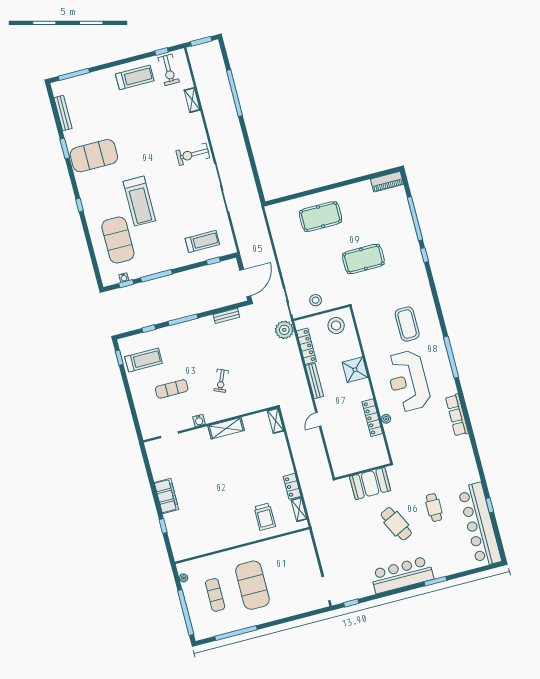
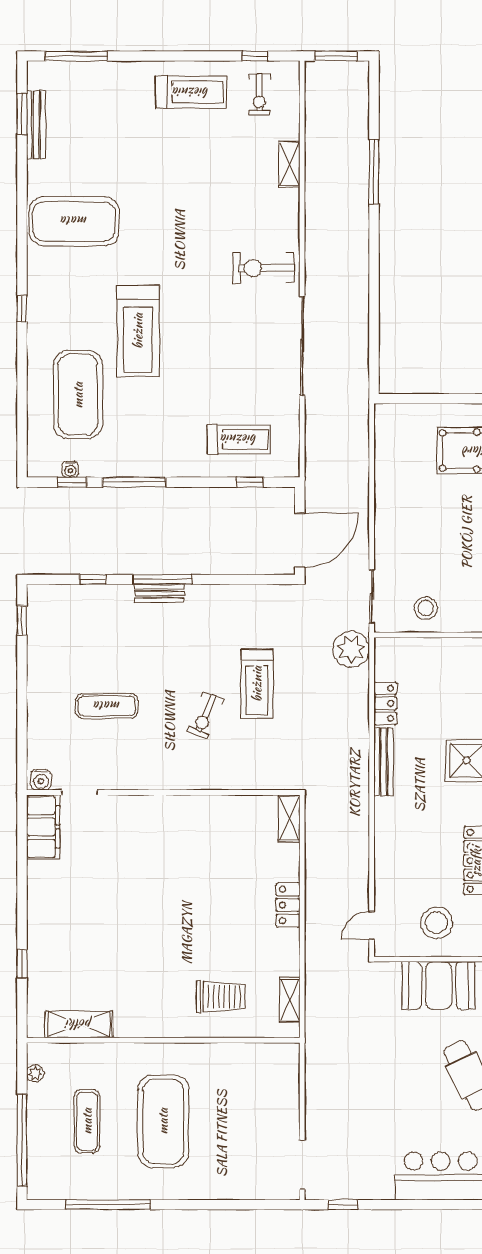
exercise bike: (169, 70) -> (259, 95), width x0.73, depth x0.72
window: (235, 93) -> (374, 172), width x0.68
window: (65, 148) -> (22, 114), moved
bench: (226, 316) -> (159, 593), moved
stool: (336, 326) -> (437, 923), moved
locker: (306, 346) -> (385, 703), width x0.66
treadmill: (144, 360) -> (257, 684), moved, turned 90
door: (318, 419) -> (372, 926), moved
water cooler: (199, 420) -> (41, 780), moved
shelving: (226, 428) -> (79, 1024), moved
locker: (292, 486) -> (288, 905), moved
filing cabinet: (166, 496) -> (43, 827), moved
trolley: (265, 517) -> (221, 997), turned -90

